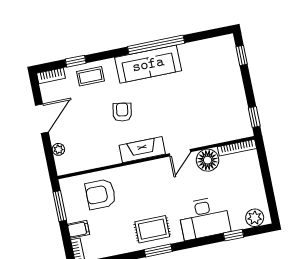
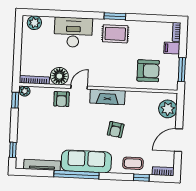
tv unit: (201, 46) -> (42, 165), added
plant: (245, 131) -> (25, 91), added
armchair: (198, 133) -> (61, 99), added
plant: (58, 149) -> (168, 109), width x1.87, depth x1.87
window: (234, 235) -> (54, 13), removed

